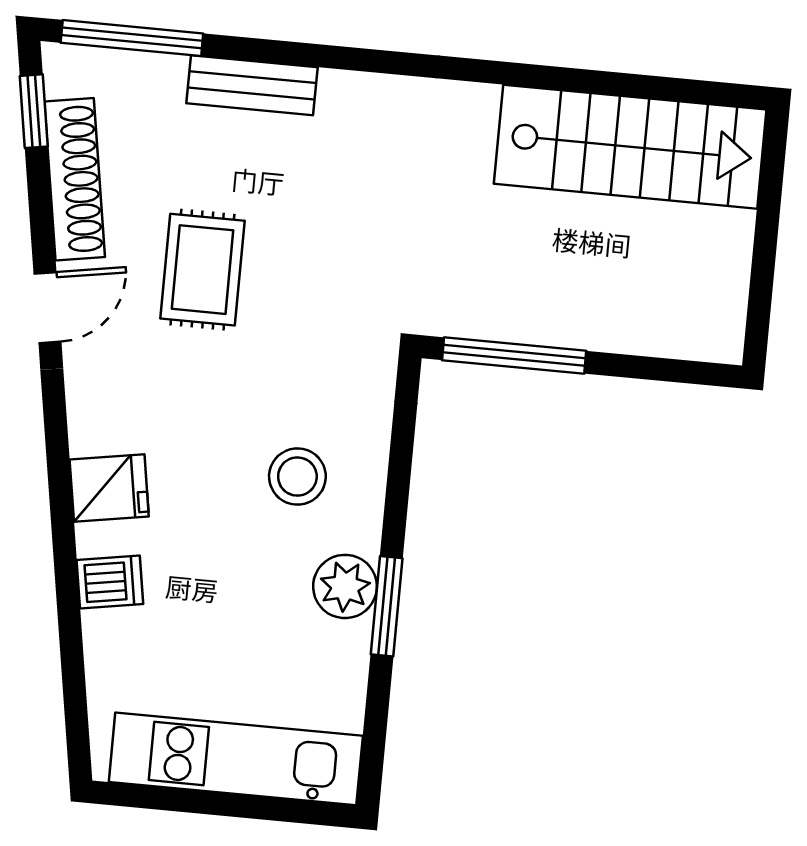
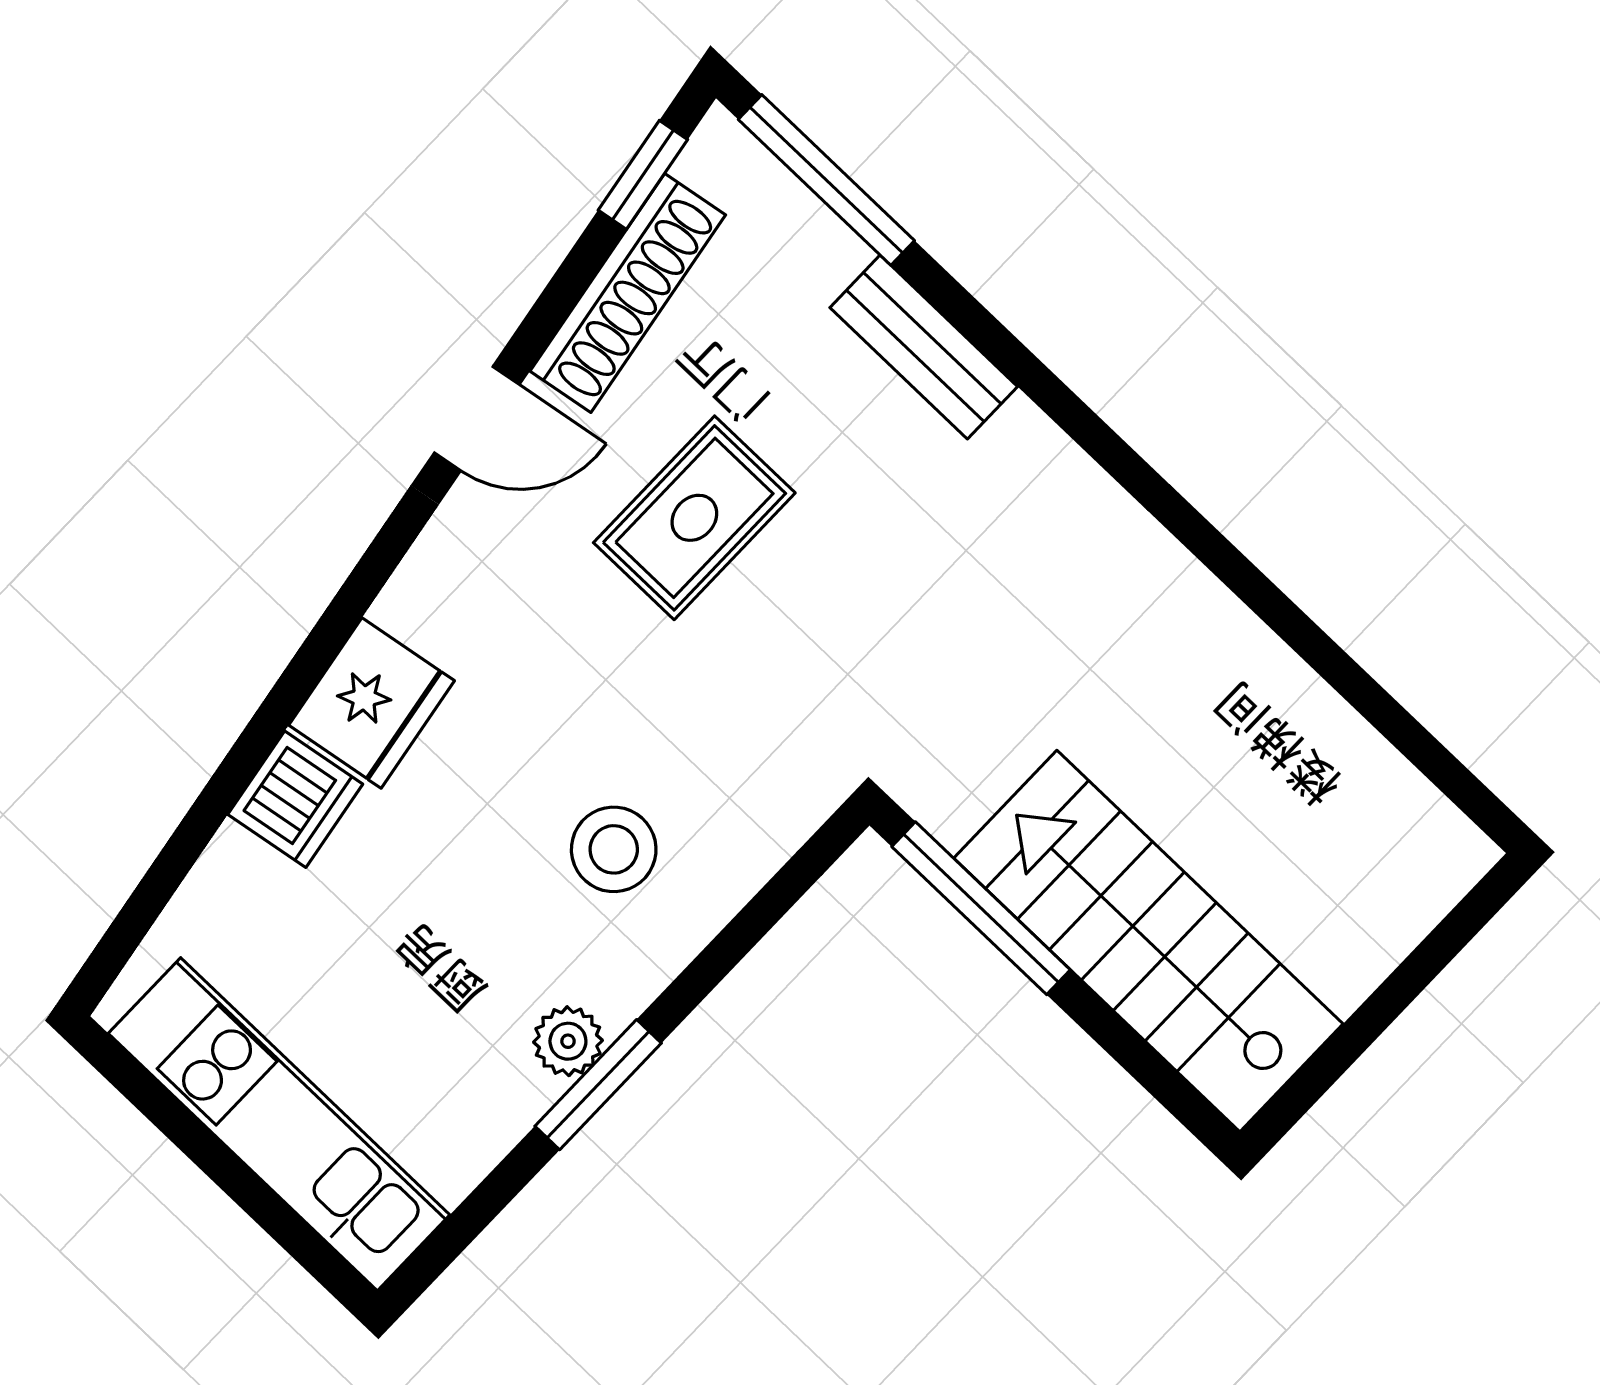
stairs: (630, 147) -> (1148, 941), moved, turned 180
fridge: (109, 488) -> (372, 703), width x1.38
dishwasher: (110, 582) -> (295, 799), width x1.38
plant: (345, 586) -> (568, 1041), width x0.73, depth x0.73

